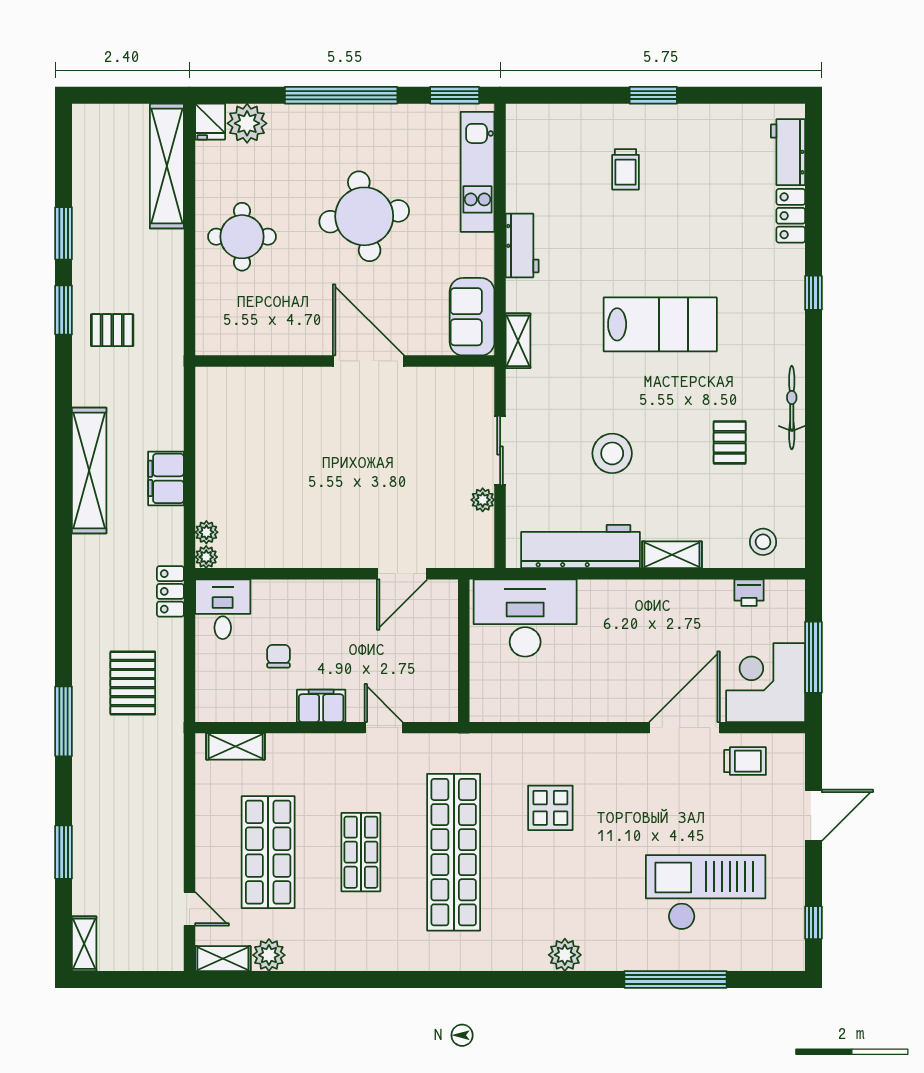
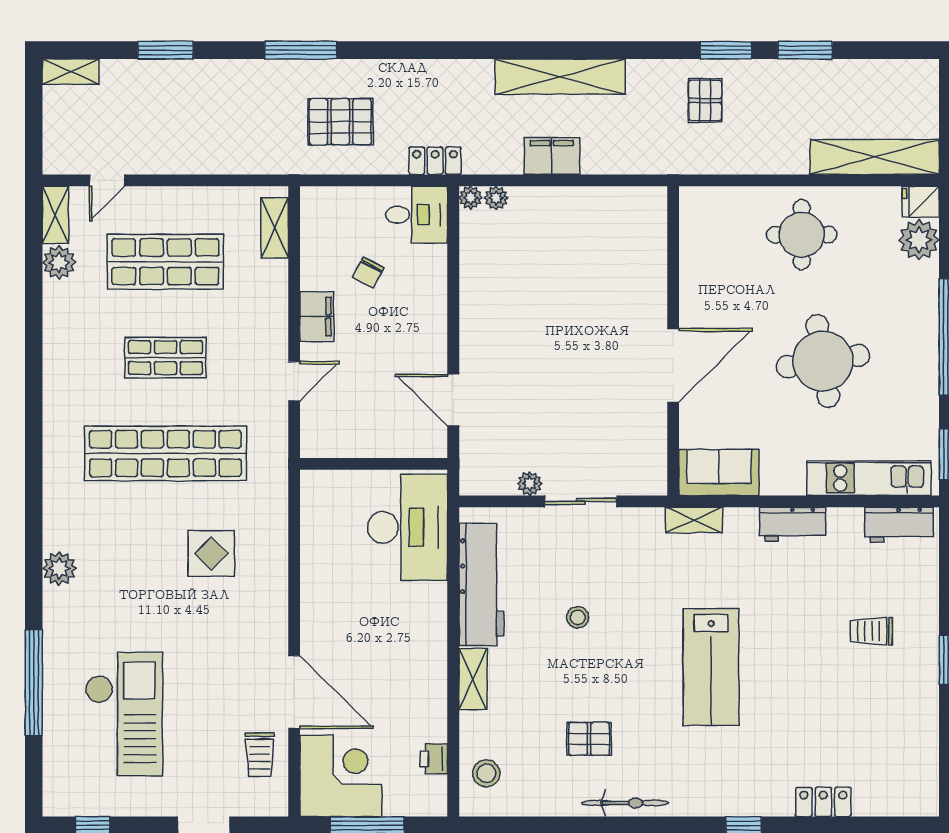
workbench: (788, 152) -> (899, 525), moved, turned 180
stool: (612, 453) -> (578, 617), width x0.53, depth x0.53
chair: (279, 656) -> (368, 272), turned 118

